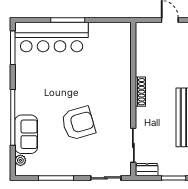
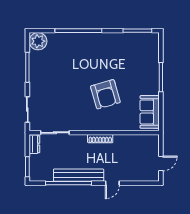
bar counter: (52, 37) -> (146, 63), removed
armchair: (78, 123) -> (105, 94), moved
sofa: (26, 134) -> (150, 112), moved, turned 90
plant: (20, 160) -> (38, 41), width x1.87, depth x1.87

